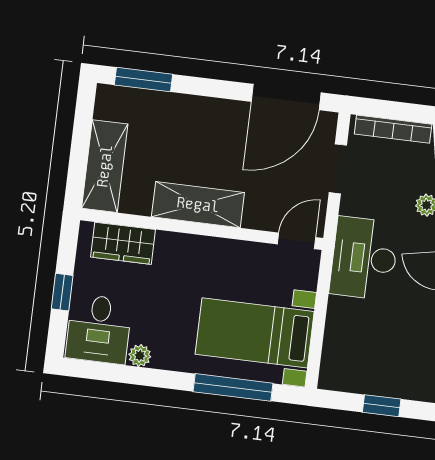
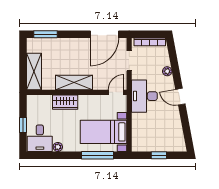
wardrobe: (123, 243) -> (65, 102), moved

